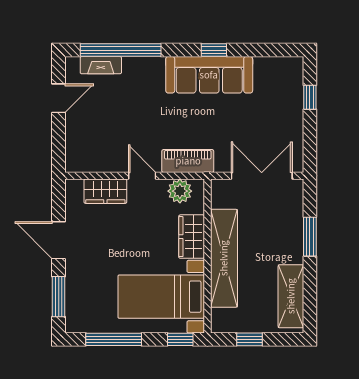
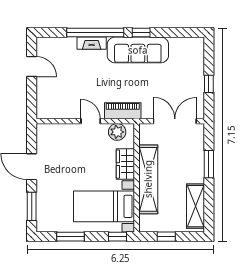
window: (121, 50) -> (95, 33), moved
fireplace: (101, 65) -> (92, 43), moved
window: (310, 97) -> (209, 84), moved
door: (59, 98) -> (32, 67), hinge flipped
wardrobe: (105, 191) -> (65, 132), removed
window: (114, 339) -> (70, 237), width x0.69

